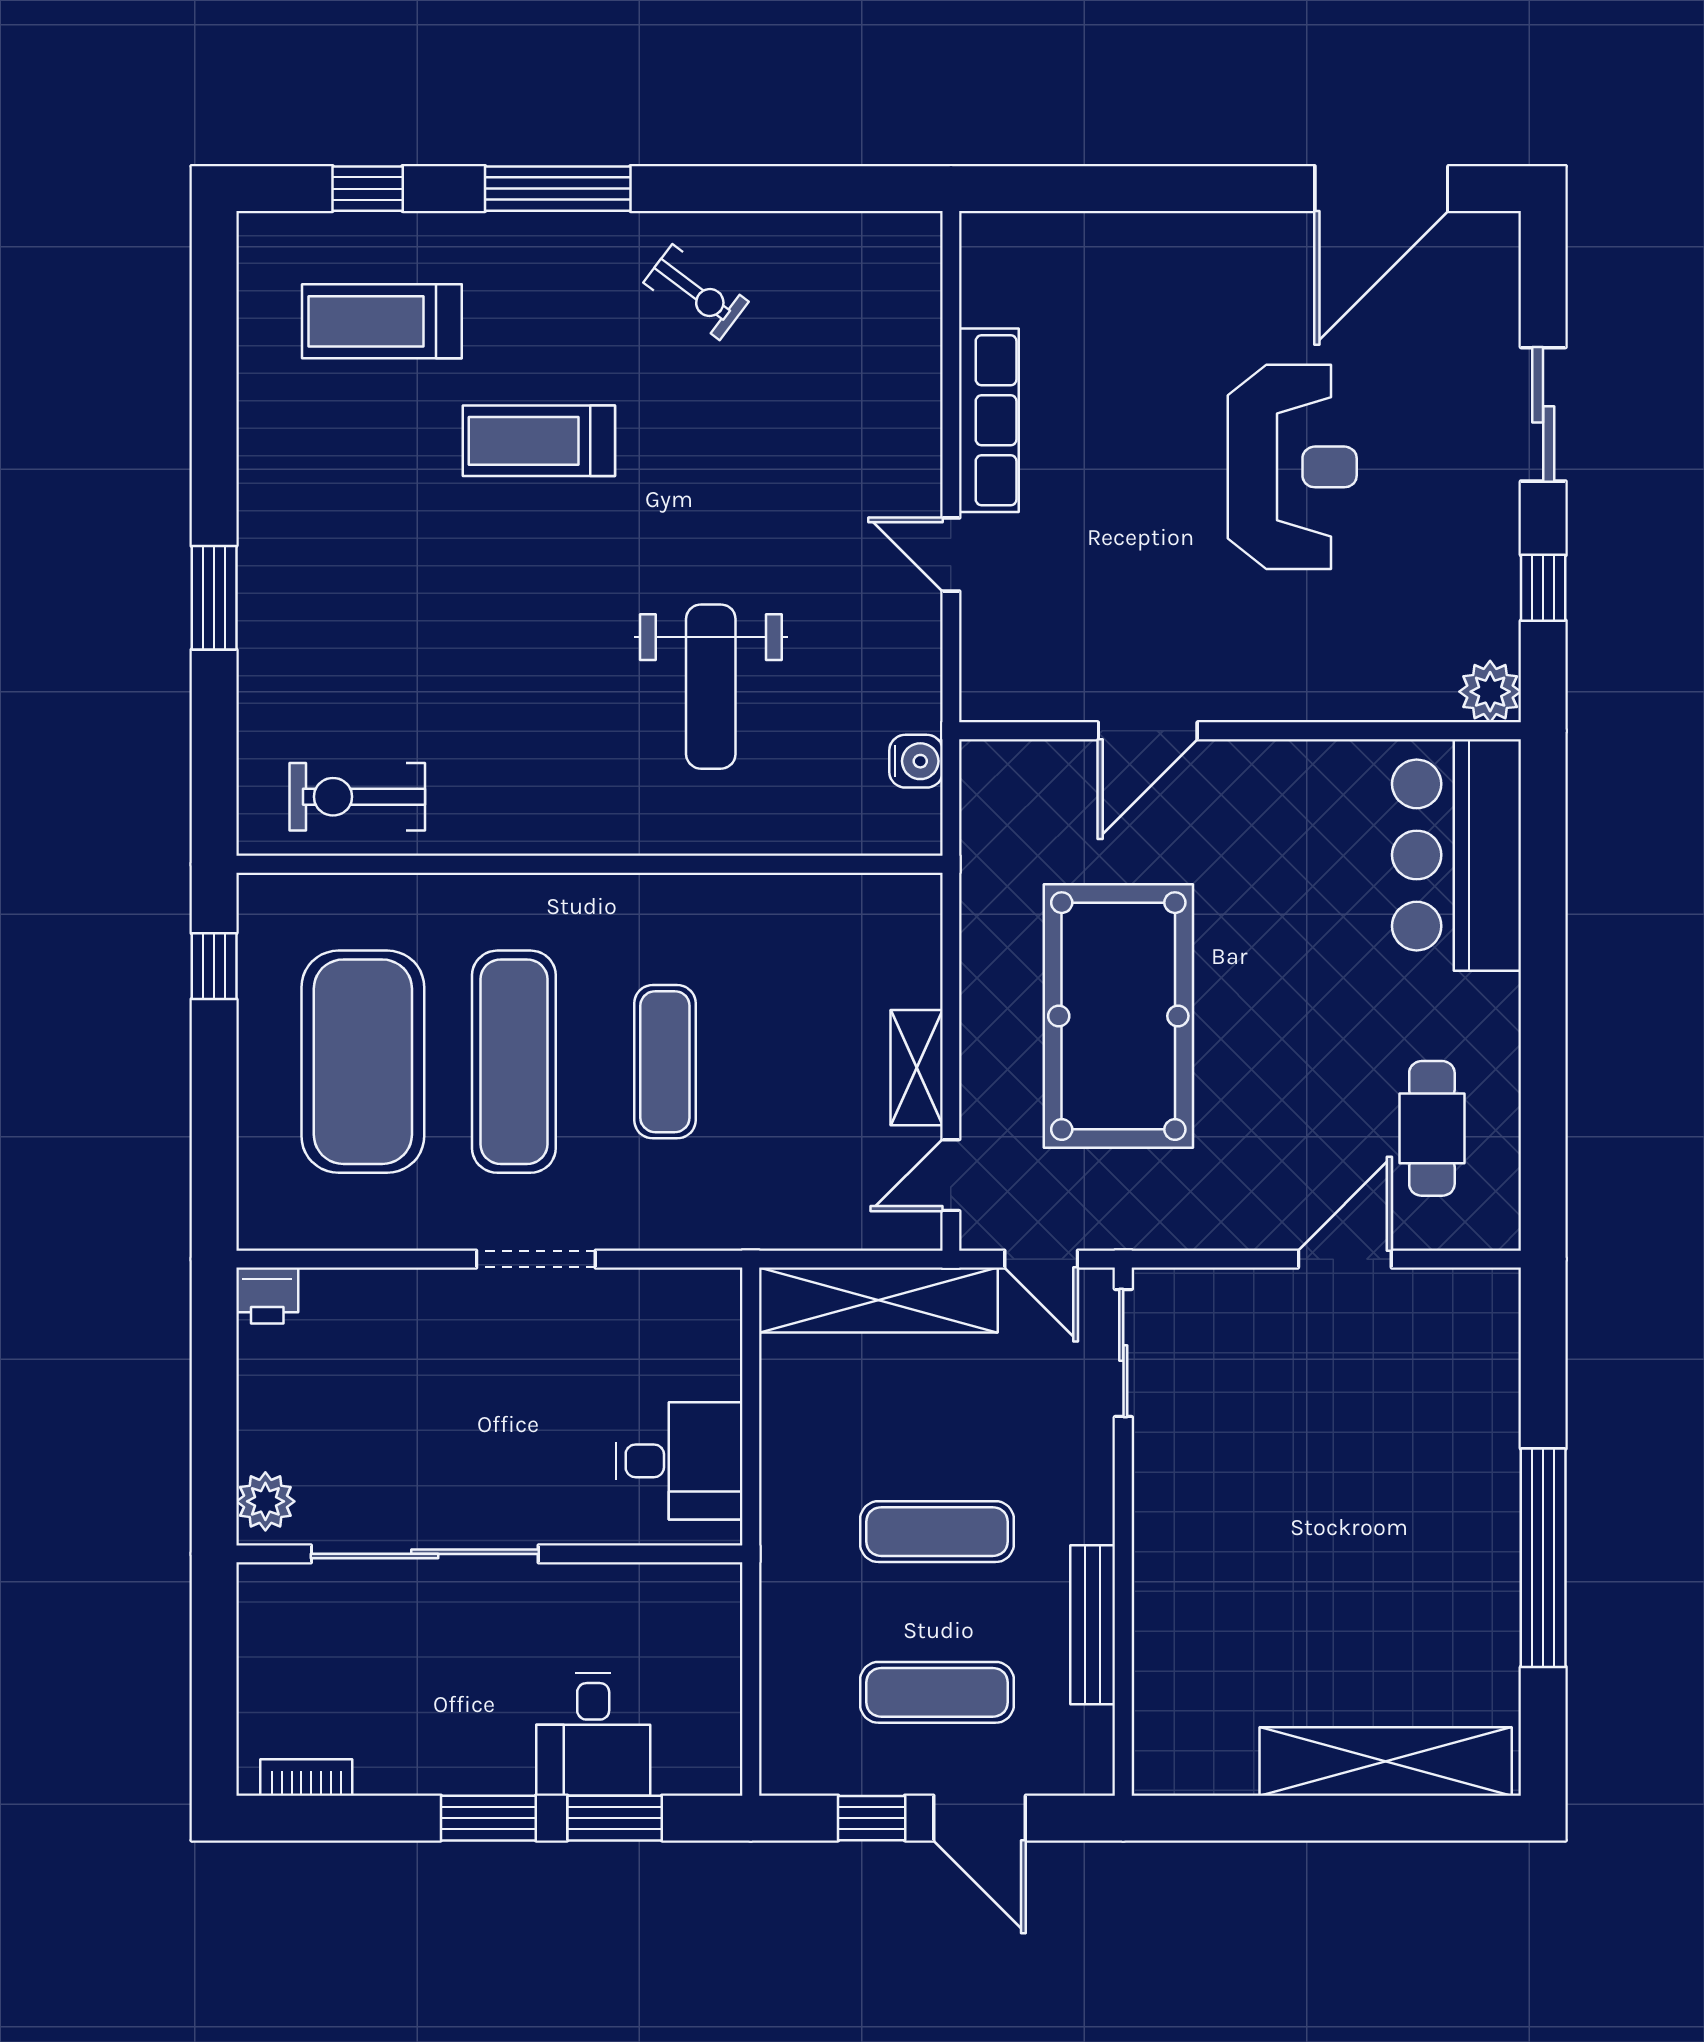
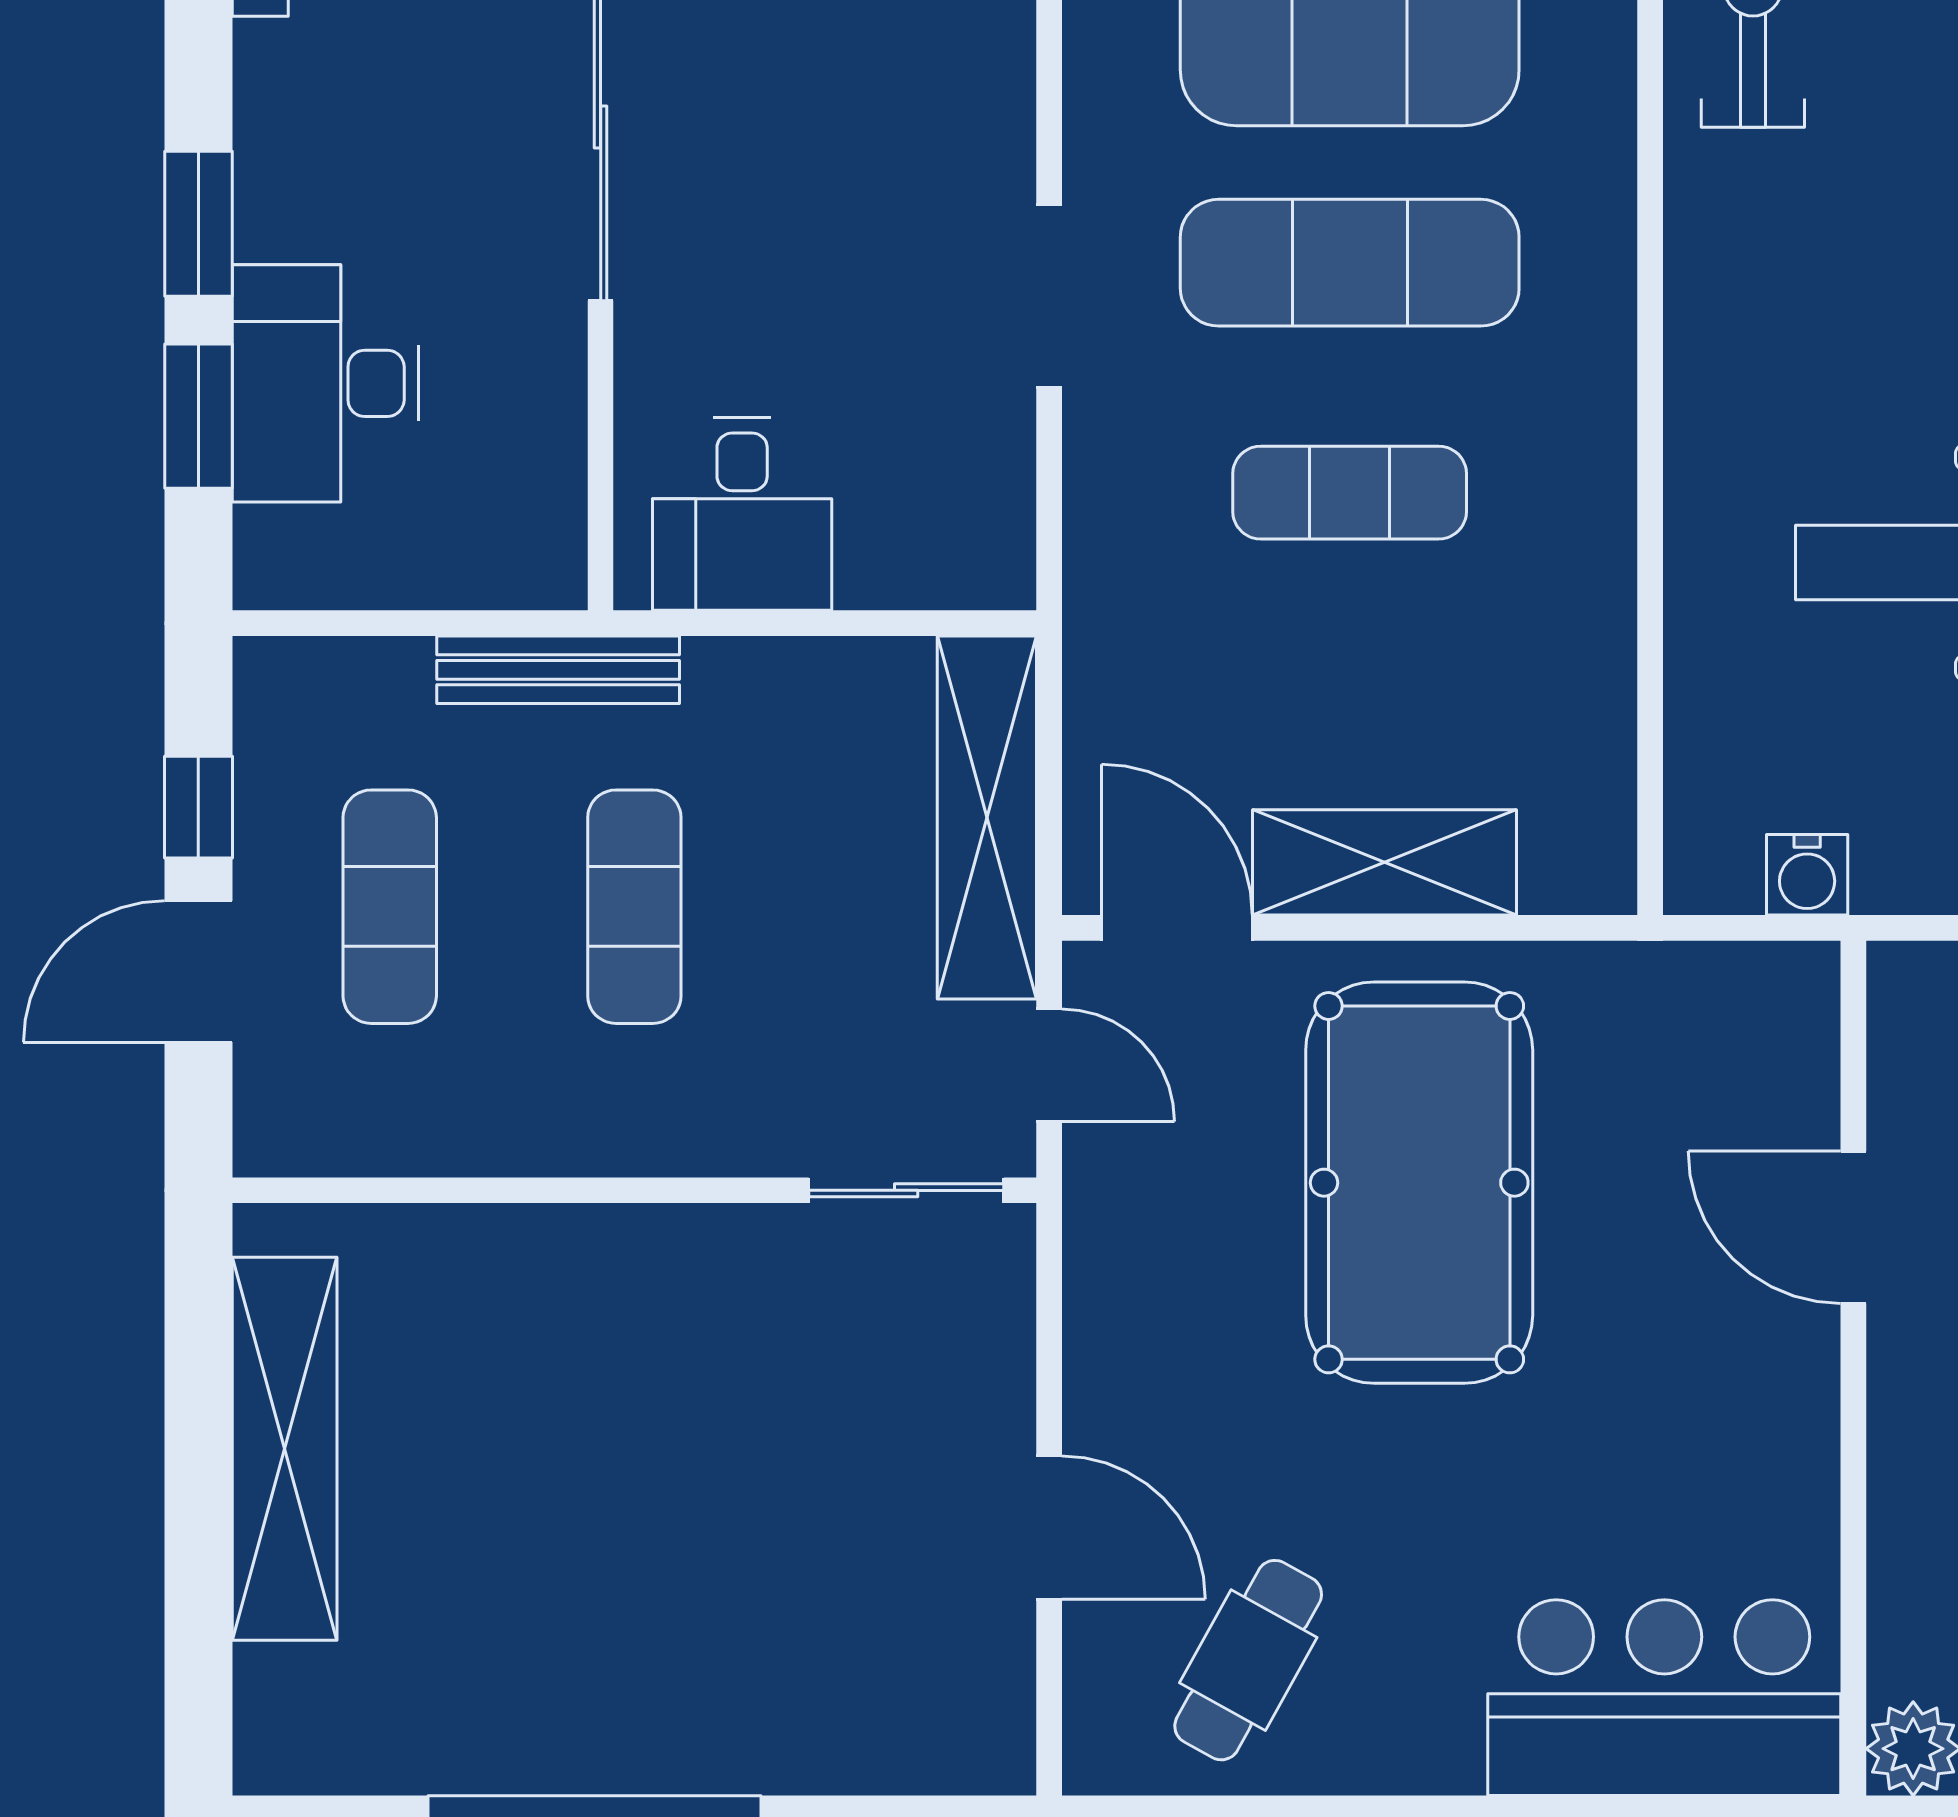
pool table: (1118, 1016) -> (1419, 1183), turned 90
shelving: (917, 1068) -> (1384, 862), width x1.50, depth x1.33
cafe table: (1432, 1128) -> (1248, 1660), turned -61
door: (951, 1175) -> (1177, 928), width x1.38
door: (1041, 1259) -> (1049, 1065), swing flipped
bench: (1093, 1625) -> (558, 670), moved
desk: (593, 1734) -> (326, 383), width x1.37
shelving: (1386, 1761) -> (285, 1449), moved

